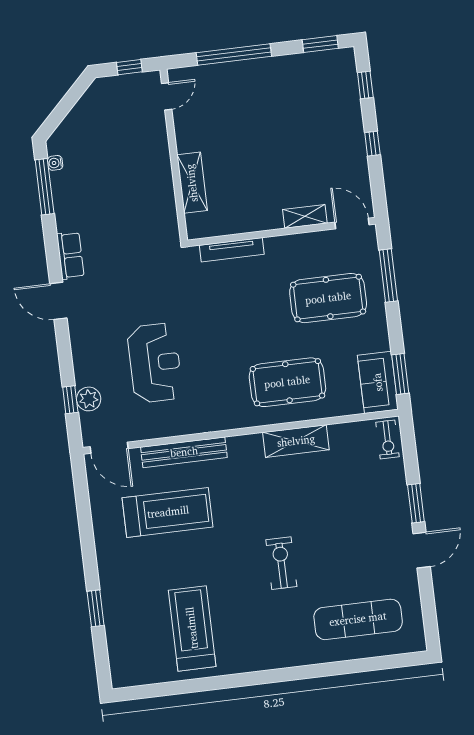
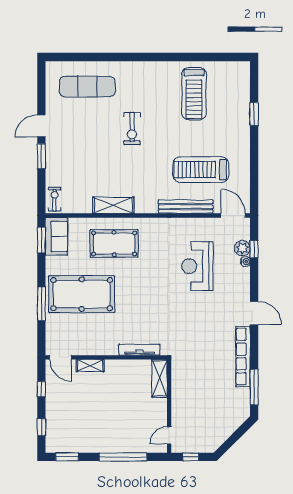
water cooler: (55, 163) -> (245, 262), moved
shelving: (305, 216) -> (90, 365), moved
door: (352, 223) -> (61, 357), moved
wall: (281, 232) -> (106, 357), moved
tv unit: (232, 250) -> (139, 350), moved
row of seats: (70, 255) -> (243, 356), width x2.02
pool table: (328, 298) -> (82, 294), width x1.36, depth x1.32

